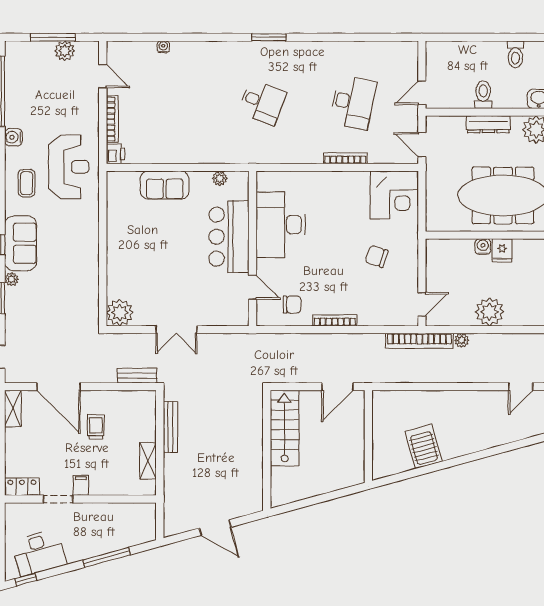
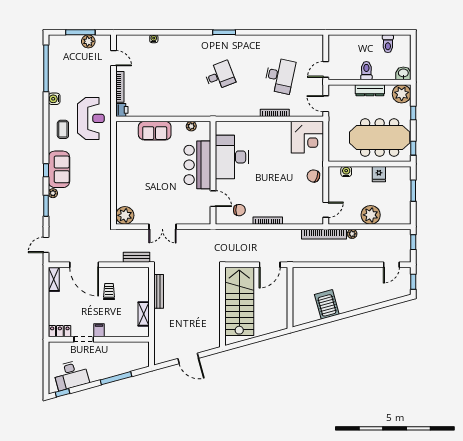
desk: (262, 102) -> (220, 76), turned -42
water cooler: (483, 247) -> (346, 172), moved
chair: (377, 256) -> (313, 176), moved
stairs: (285, 428) -> (239, 301), width x1.36, depth x1.51

